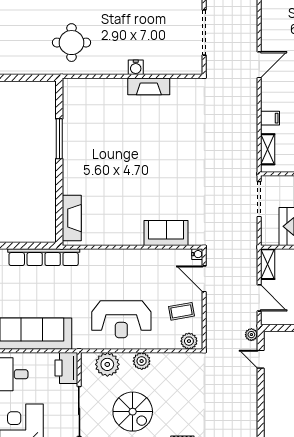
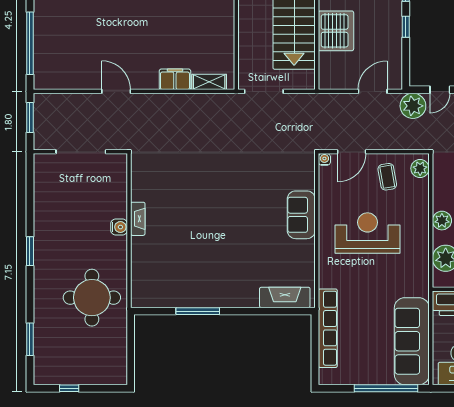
round table: (72, 43) -> (92, 298), width x1.36, depth x1.36
fireplace: (149, 86) -> (138, 219), width x0.73, depth x0.76
filing cabinet: (270, 118) -> (175, 79), width x2.00
sofa: (166, 233) -> (301, 215), moved
shelving: (268, 264) -> (335, 82), removed
reception desk: (121, 319) -> (367, 233), moved, turned -90
plant: (251, 335) -> (413, 106), width x1.88, depth x1.88

